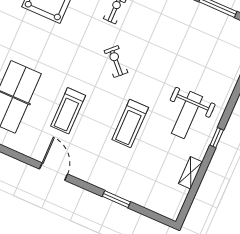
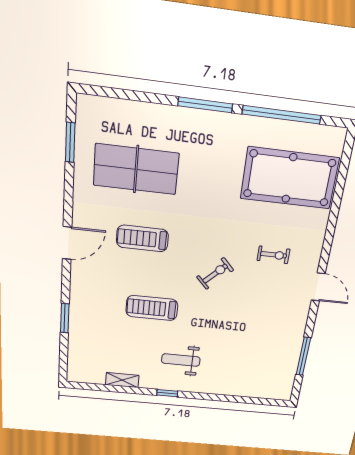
weight bench: (187, 115) -> (181, 360), width x0.73, depth x0.75

